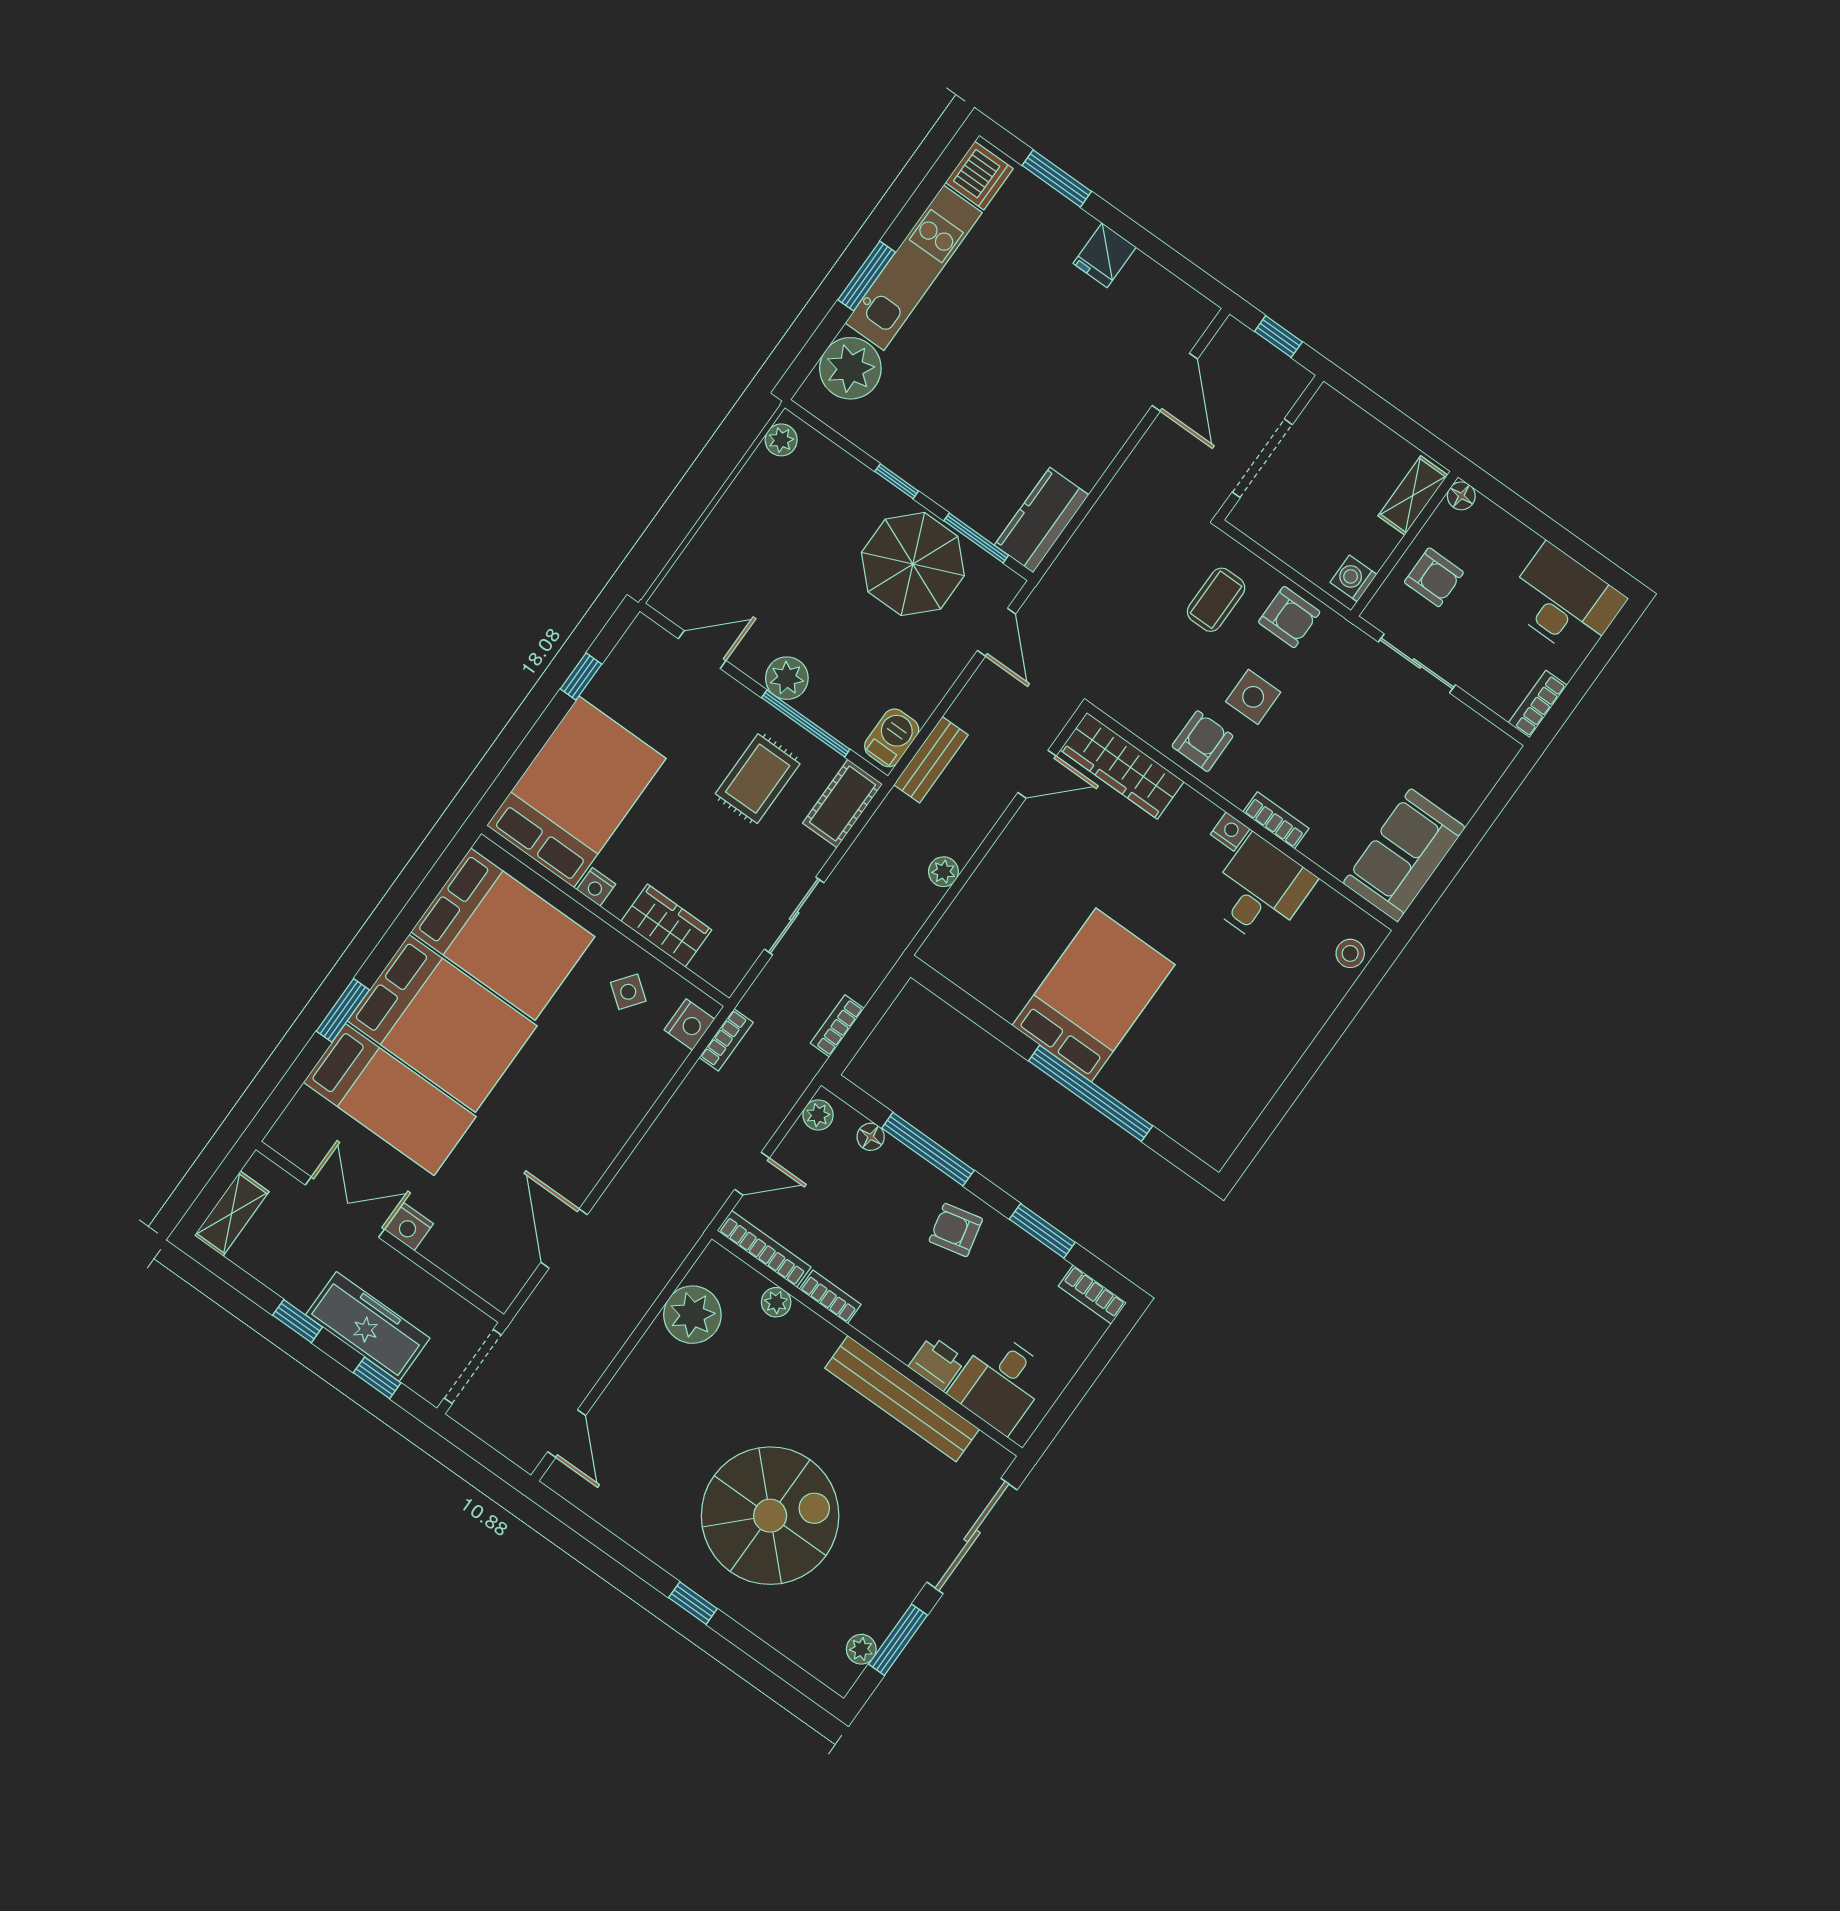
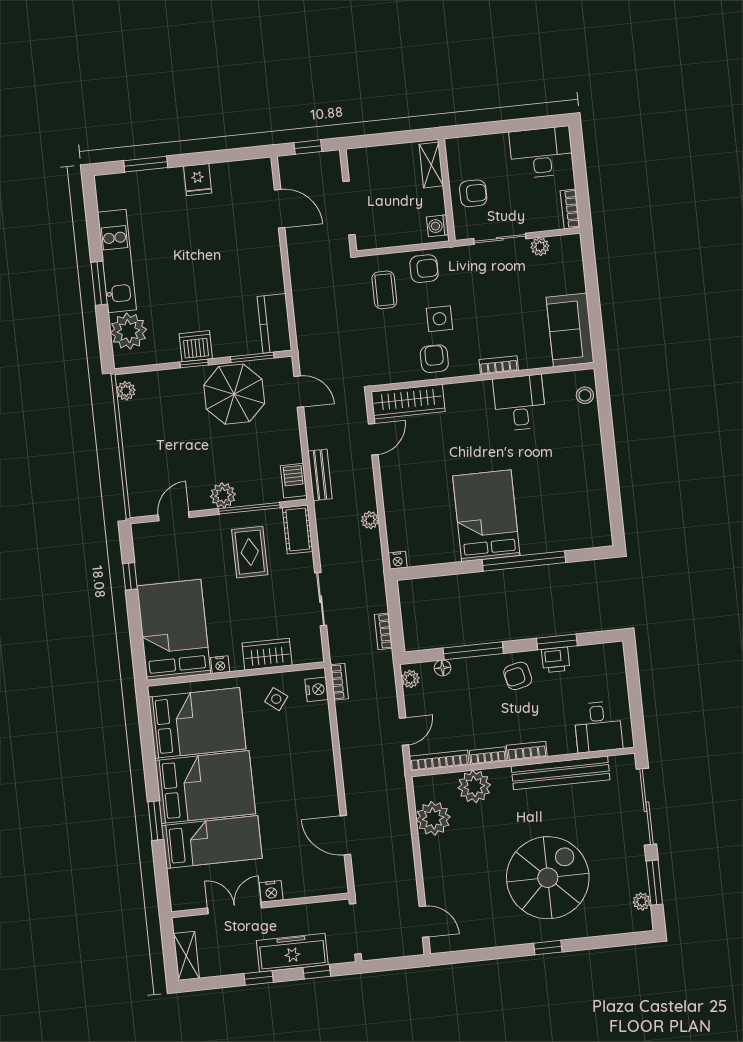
dishwasher: (979, 176) -> (196, 346), moved, turned -90
floor lamp: (1461, 496) -> (453, 146), removed
plant: (1458, 718) -> (540, 247), added
nightstand: (1230, 832) -> (398, 560), moved, turned 180
bookcase: (1092, 1294) -> (527, 751), moved, turned 180
plant: (776, 1302) -> (474, 786), width x1.88, depth x1.88
printer: (937, 1363) -> (556, 660), moved, turned 180

